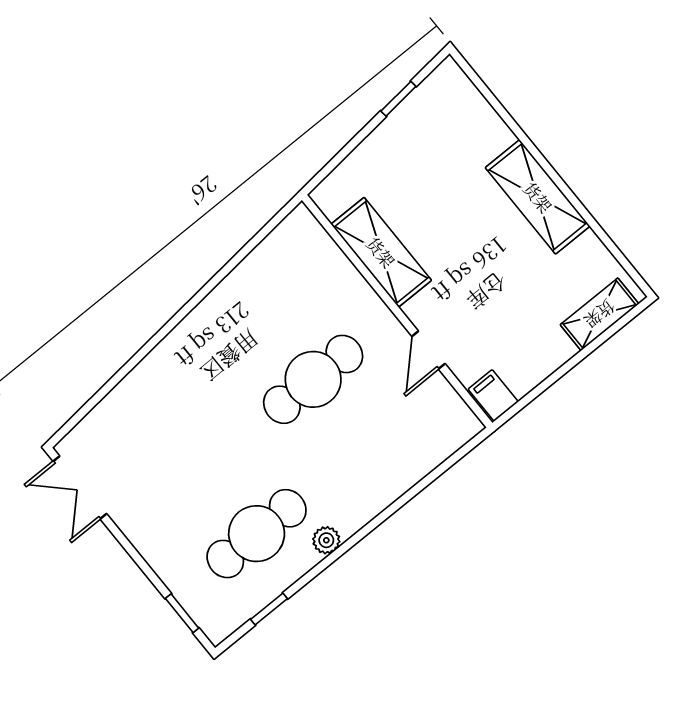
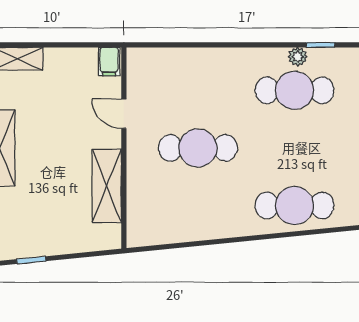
door: (428, 350) -> (124, 114), swing flipped
cafe table: (151, 403) -> (294, 205), added
plant: (326, 540) -> (298, 57), moved

